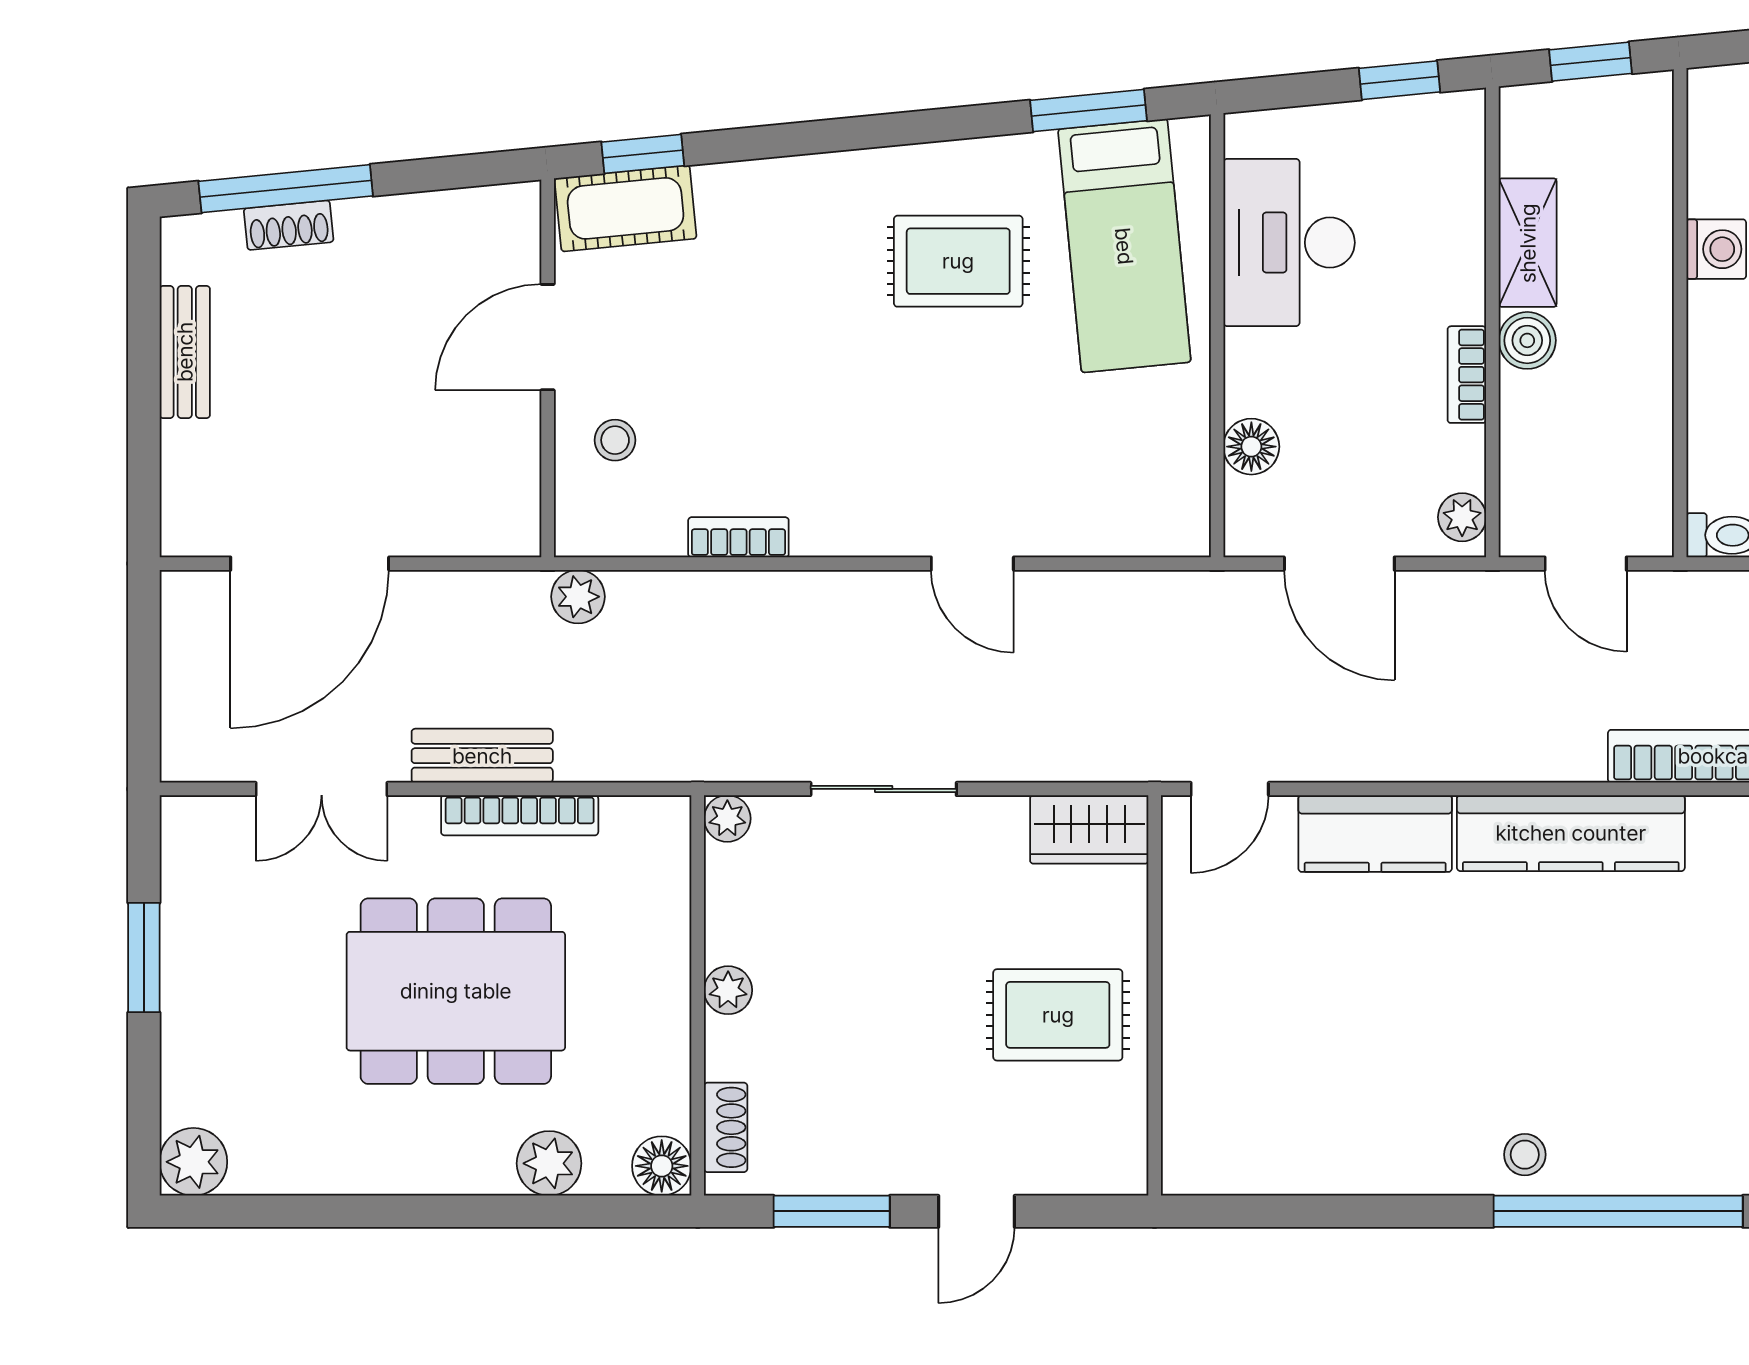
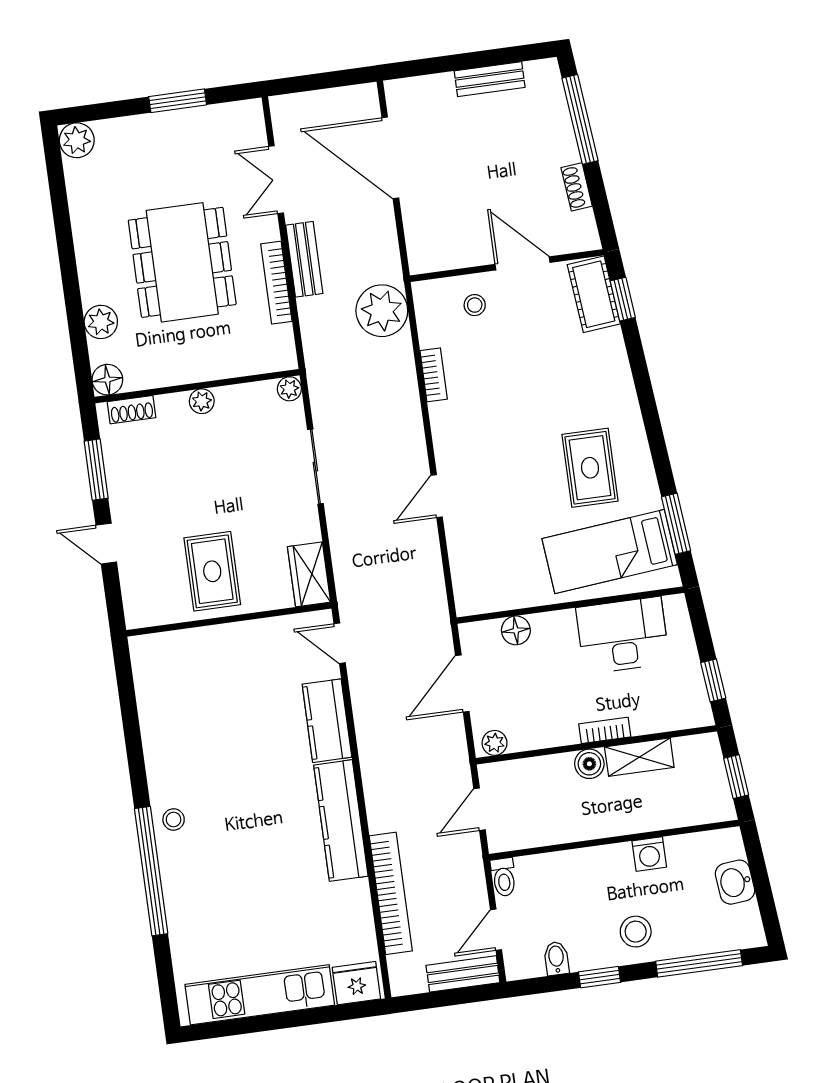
shoe rack: (289, 225) -> (577, 187), moved
bookcase: (1467, 375) -> (605, 730), moved
plant: (578, 597) -> (382, 311), width x1.87, depth x1.87

